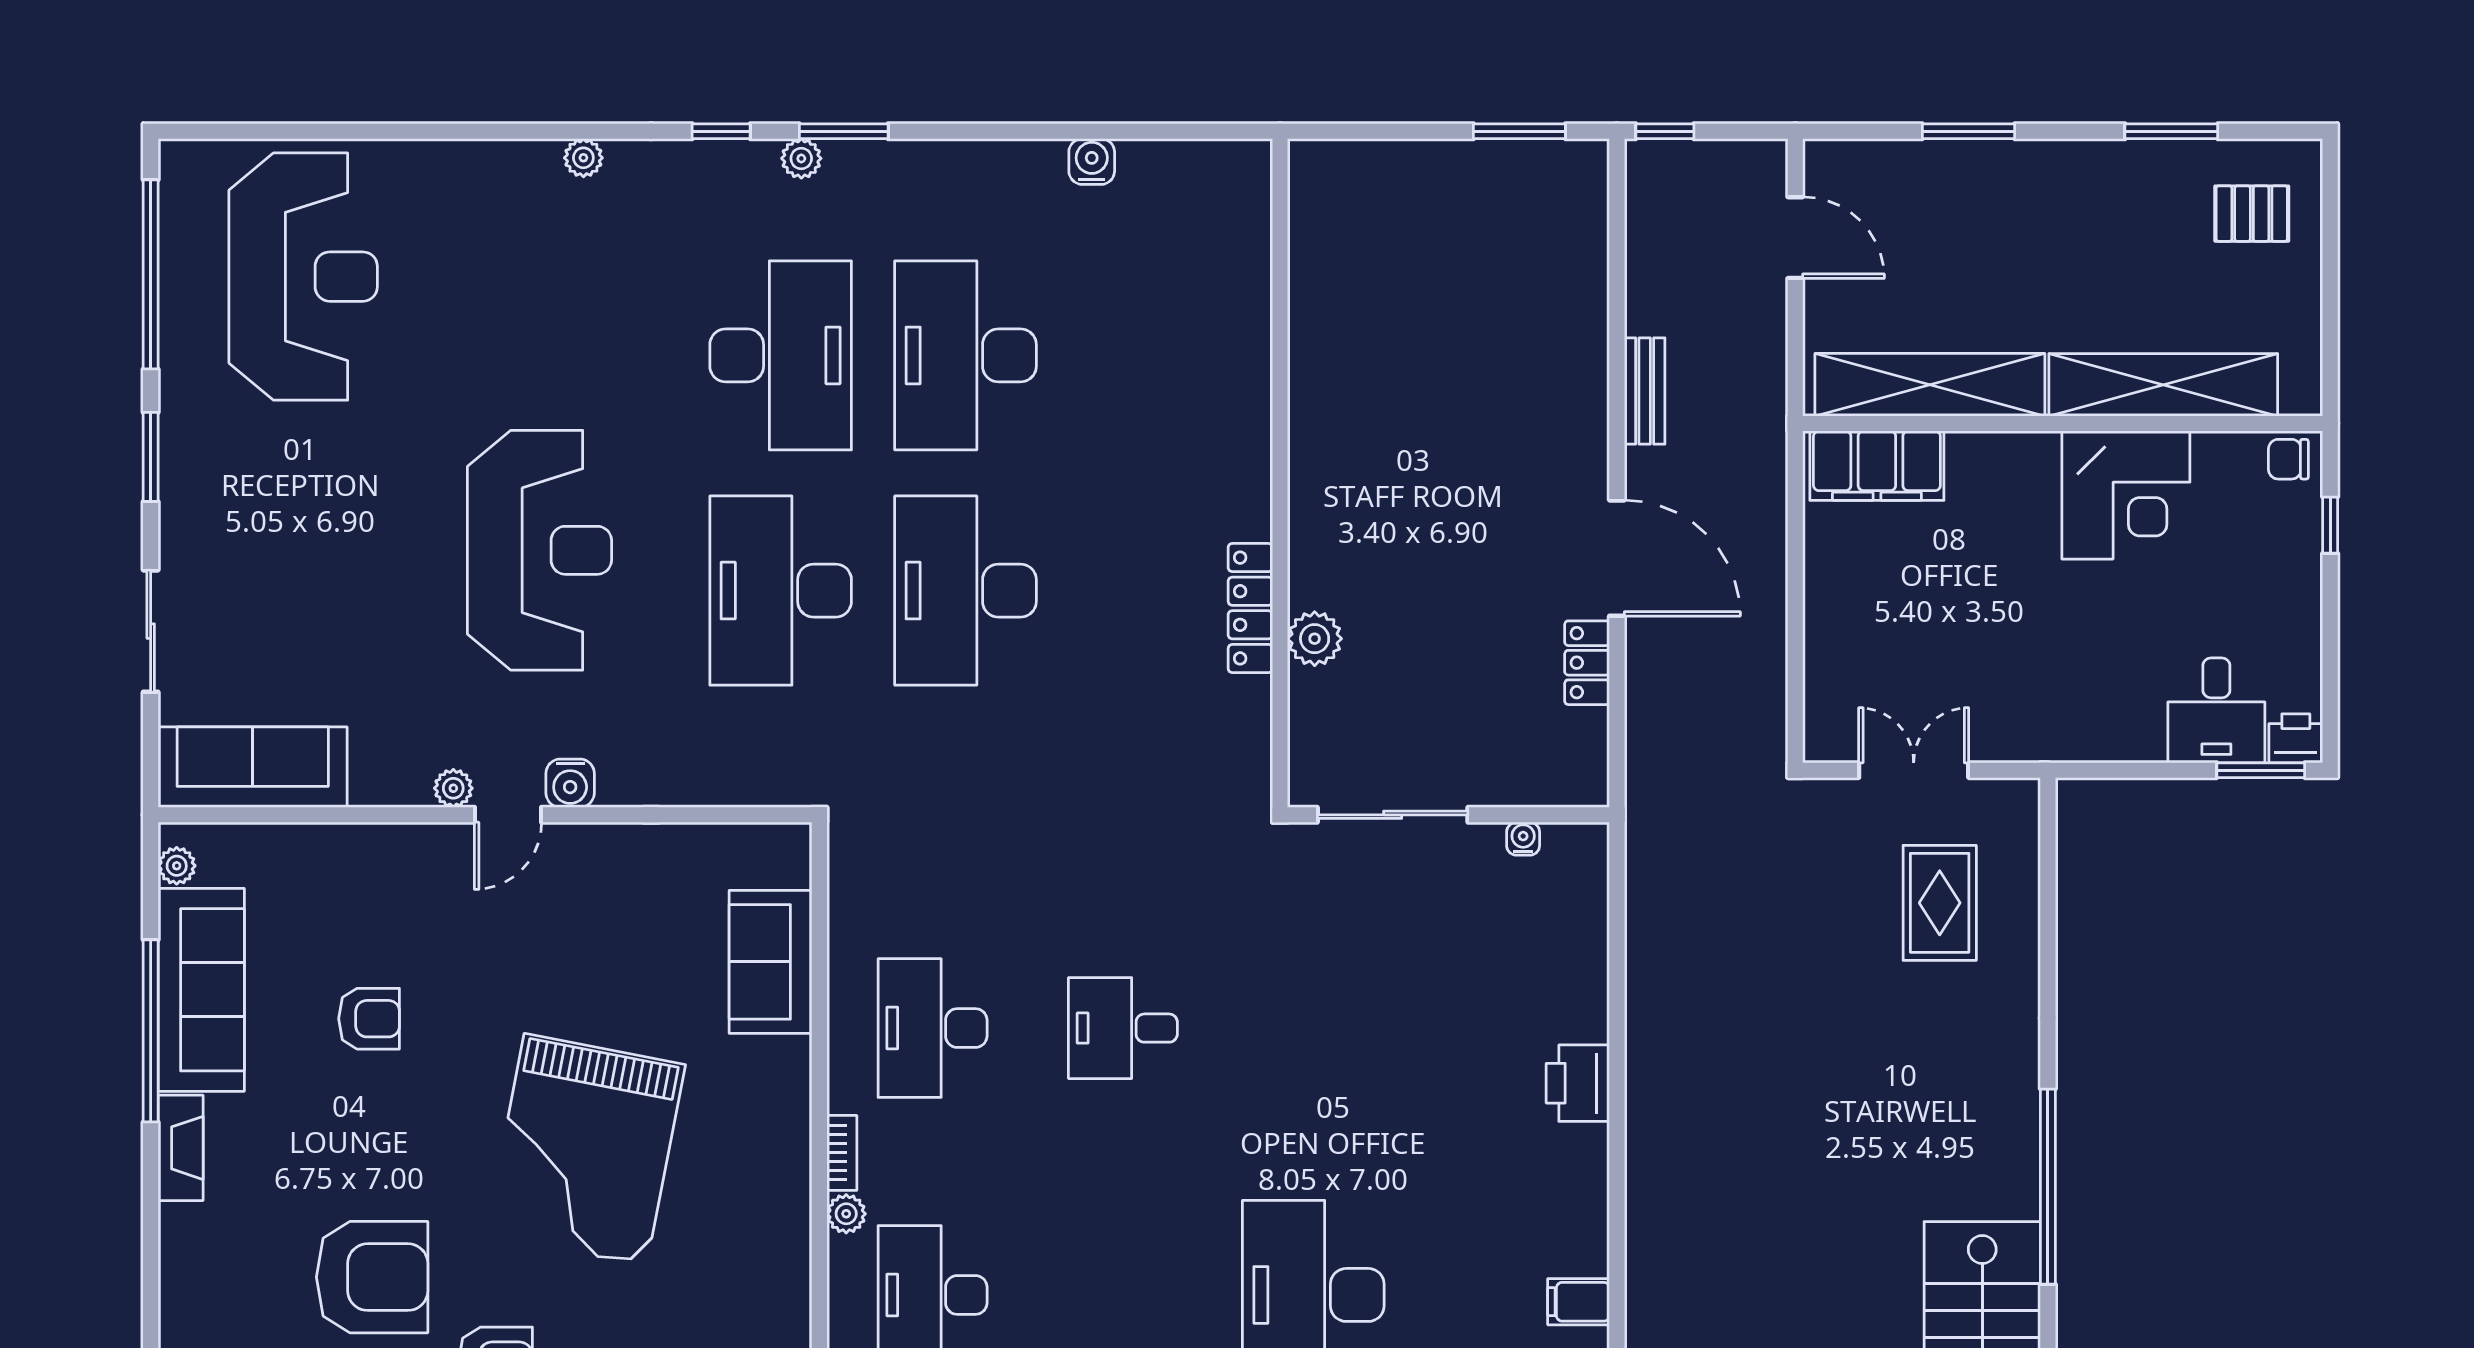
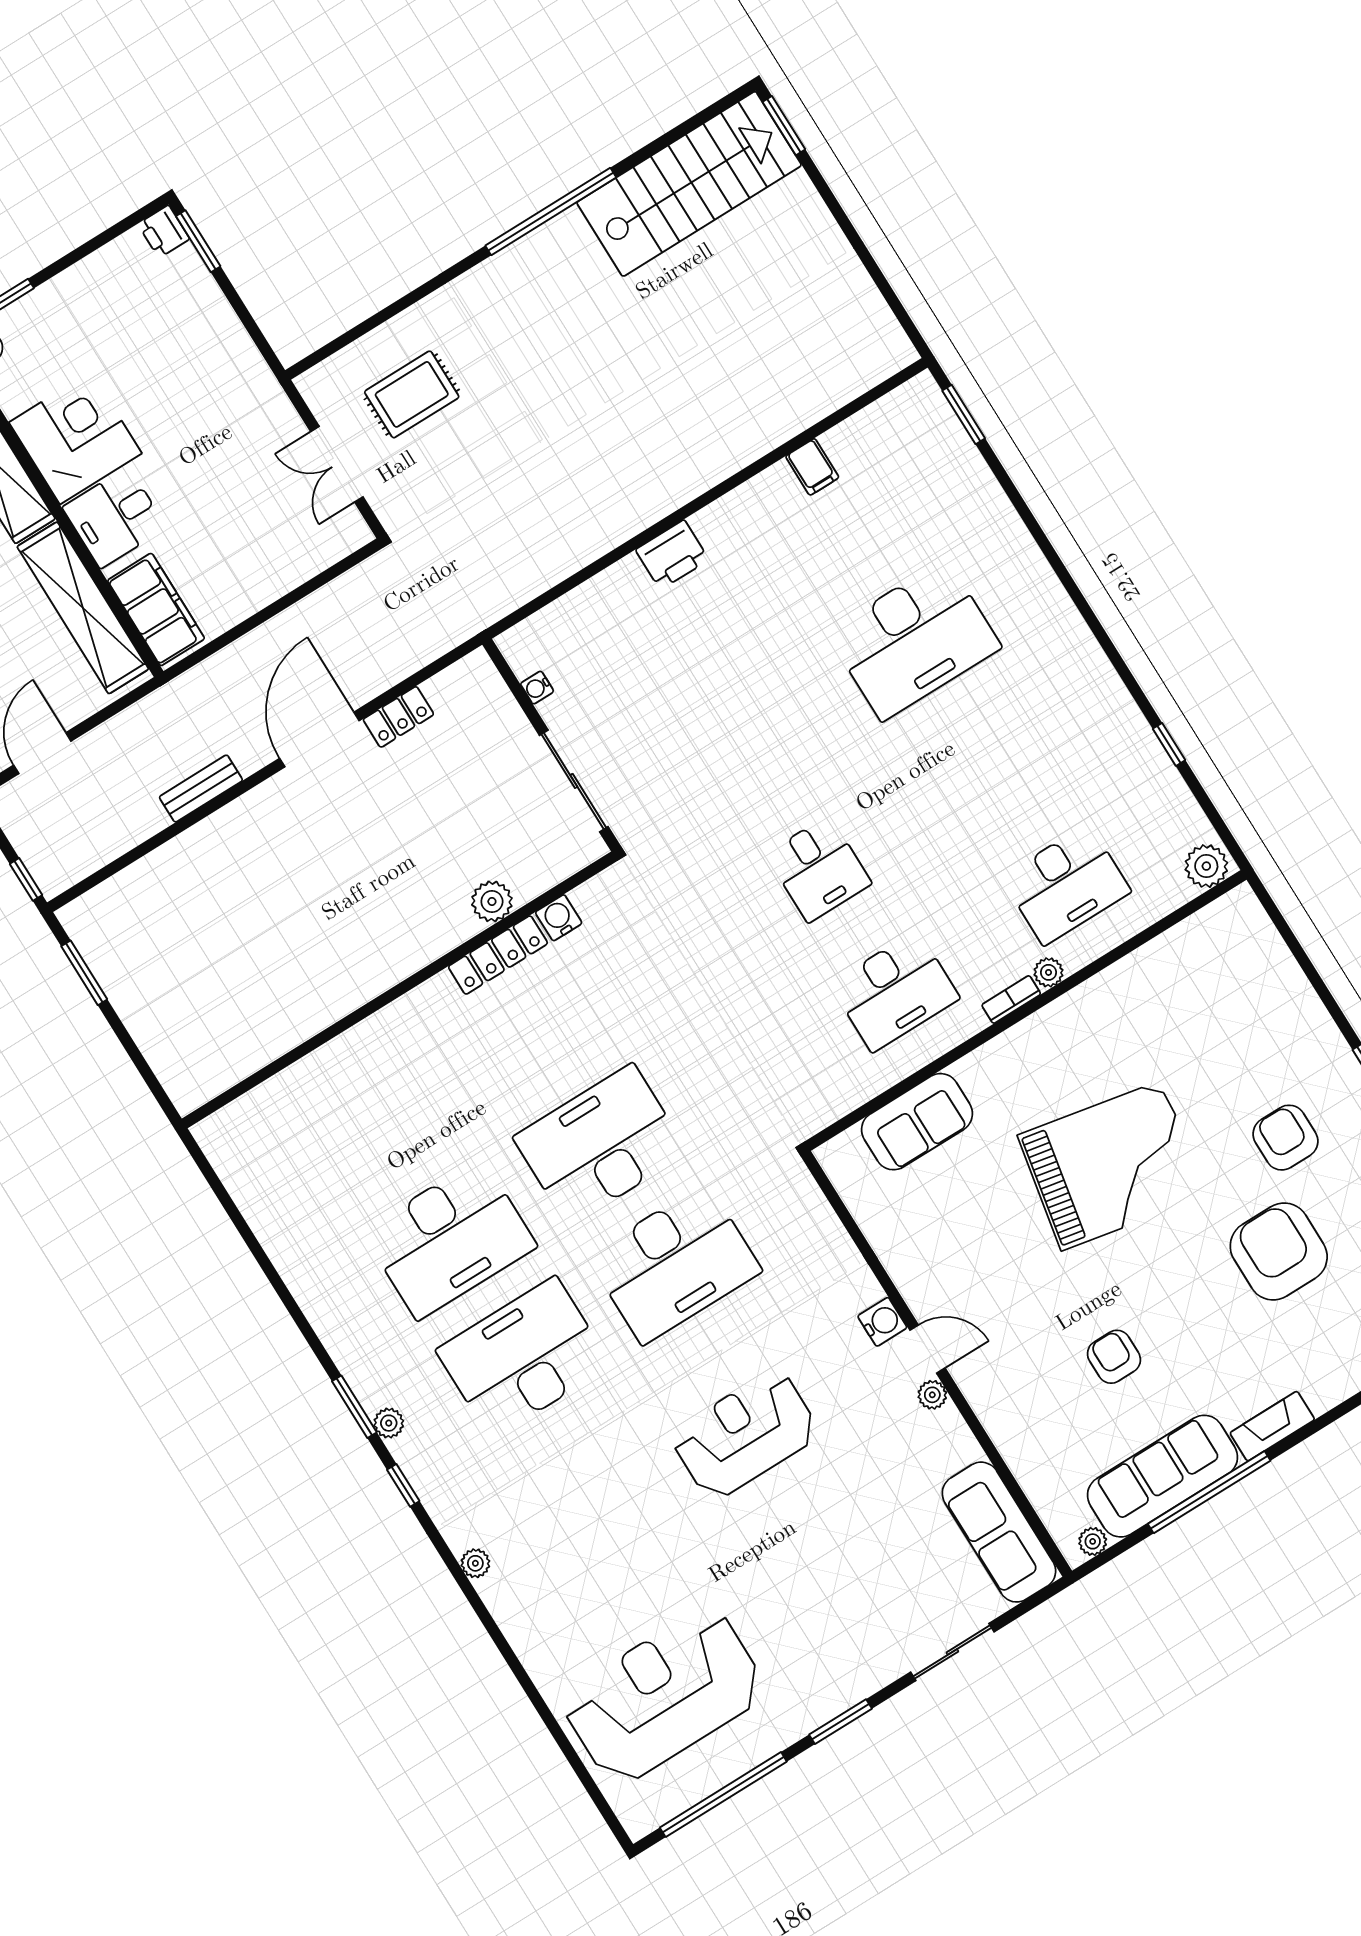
water cooler: (1092, 162) -> (559, 918), moved, turned 90
reception desk: (540, 550) -> (745, 1435), width x0.74, depth x0.77
desk: (966, 591) -> (601, 1145), turned 180
desk: (2216, 710) -> (114, 517), moved, turned 180

